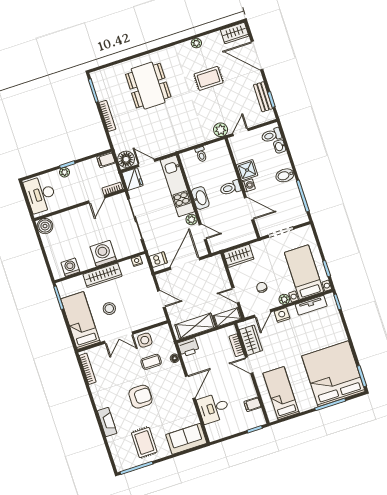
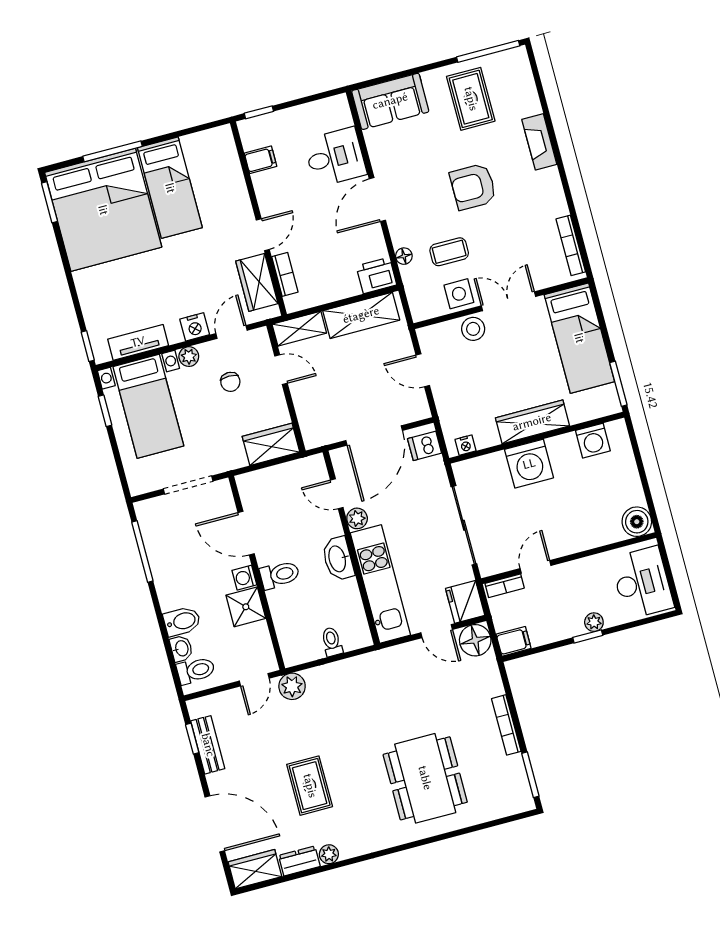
dresser: (212, 39) -> (299, 861), added
rug: (209, 78) -> (310, 786), turned 90
bidet: (285, 175) -> (182, 621), moved
stool: (109, 309) -> (473, 329), moved
door: (249, 365) -> (263, 235), hinge flipped
bed: (281, 393) -> (170, 188), moved

